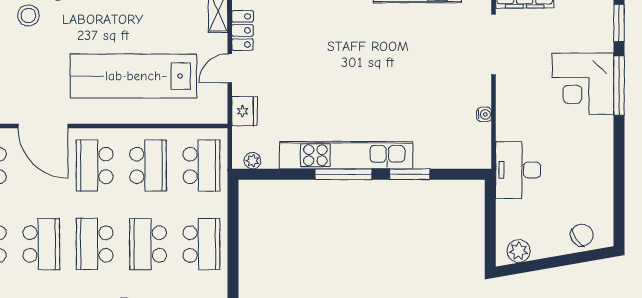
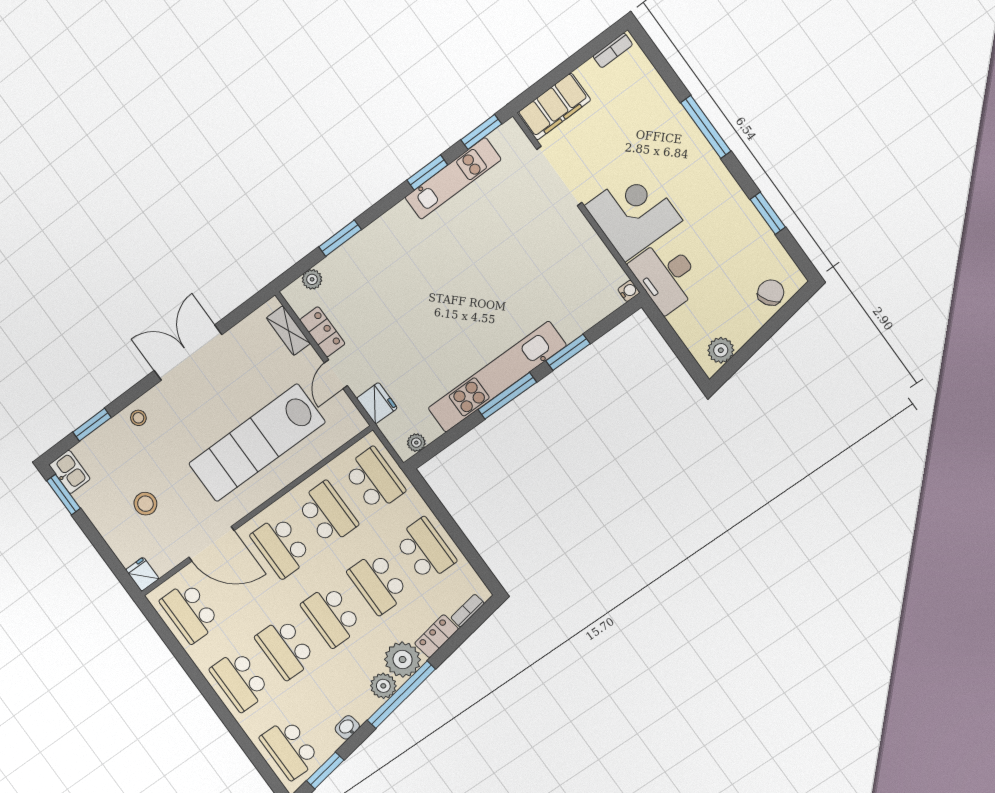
stool: (28, 15) -> (145, 504), moved
window: (619, 23) -> (768, 213), moved
corner desk: (583, 84) -> (633, 213), moved, turned 180
water cooler: (484, 114) -> (629, 291), moved
school desk: (41, 244) -> (285, 648), turned 180

